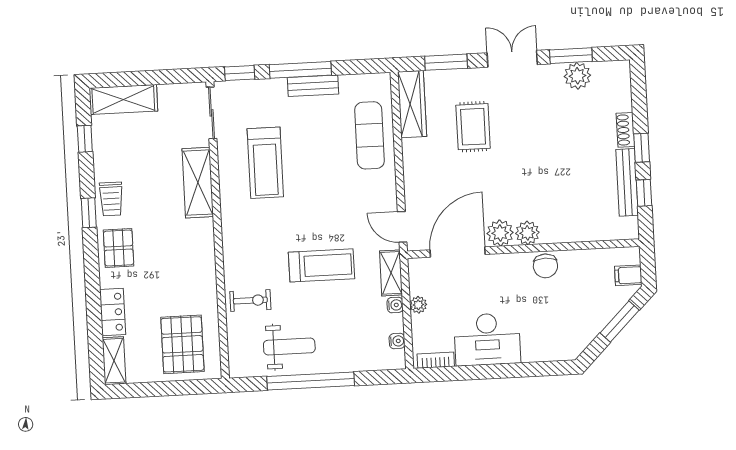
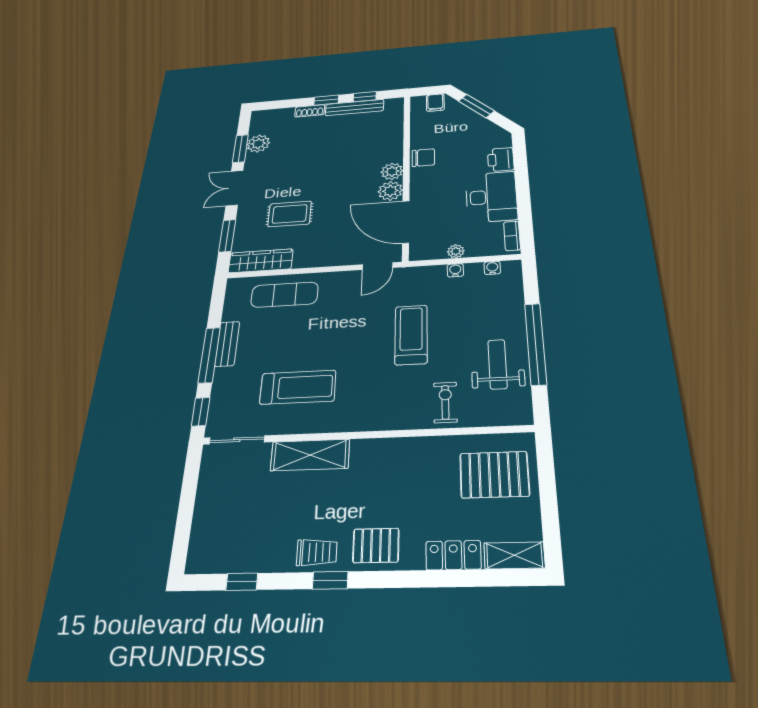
shelving: (123, 100) -> (205, 535), removed
shelving: (391, 273) -> (423, 274), removed
printer: (538, 349) -> (501, 160), added

